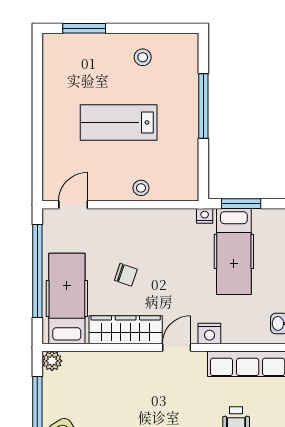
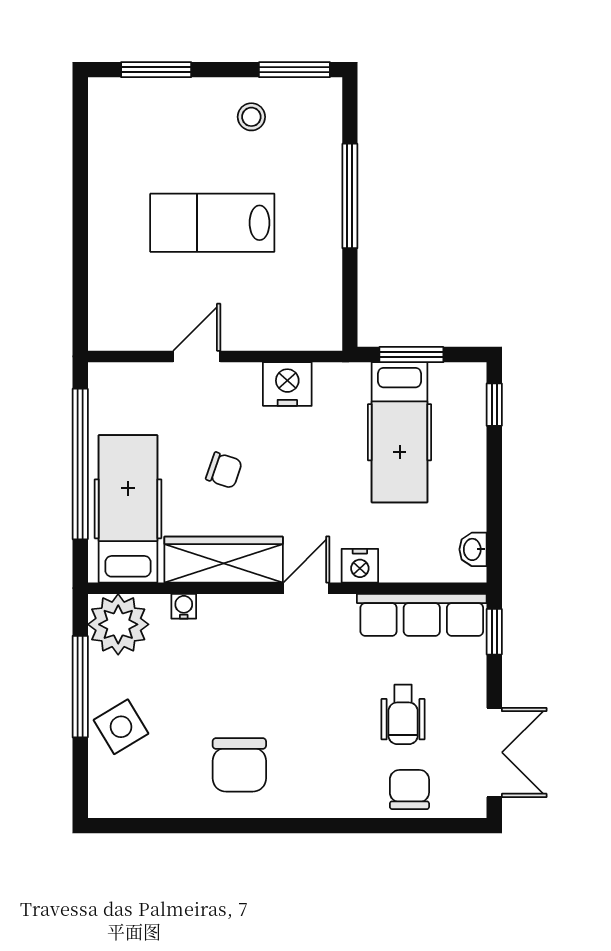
window: (169, 28) -> (294, 70), added
stool: (141, 188) -> (249, 329), removed
door: (73, 205) -> (197, 356), moved
nightstand: (205, 216) -> (287, 384), moved, width x1.89, depth x1.79
water cooler: (101, 358) -> (184, 606), added
plant: (52, 361) -> (118, 624), width x1.88, depth x1.88

